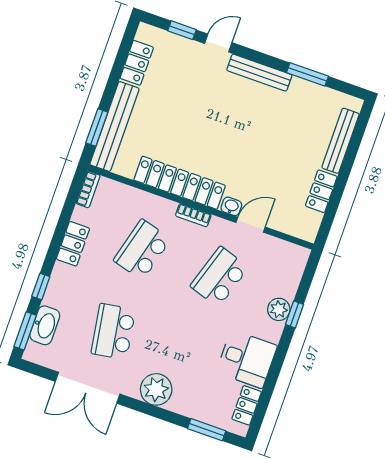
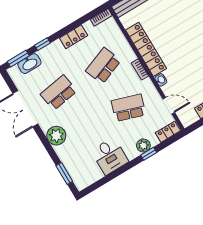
door: (251, 225) -> (169, 106), moved
school desk: (142, 250) -> (103, 66), turned -36
locker: (247, 405) -> (168, 132), moved

